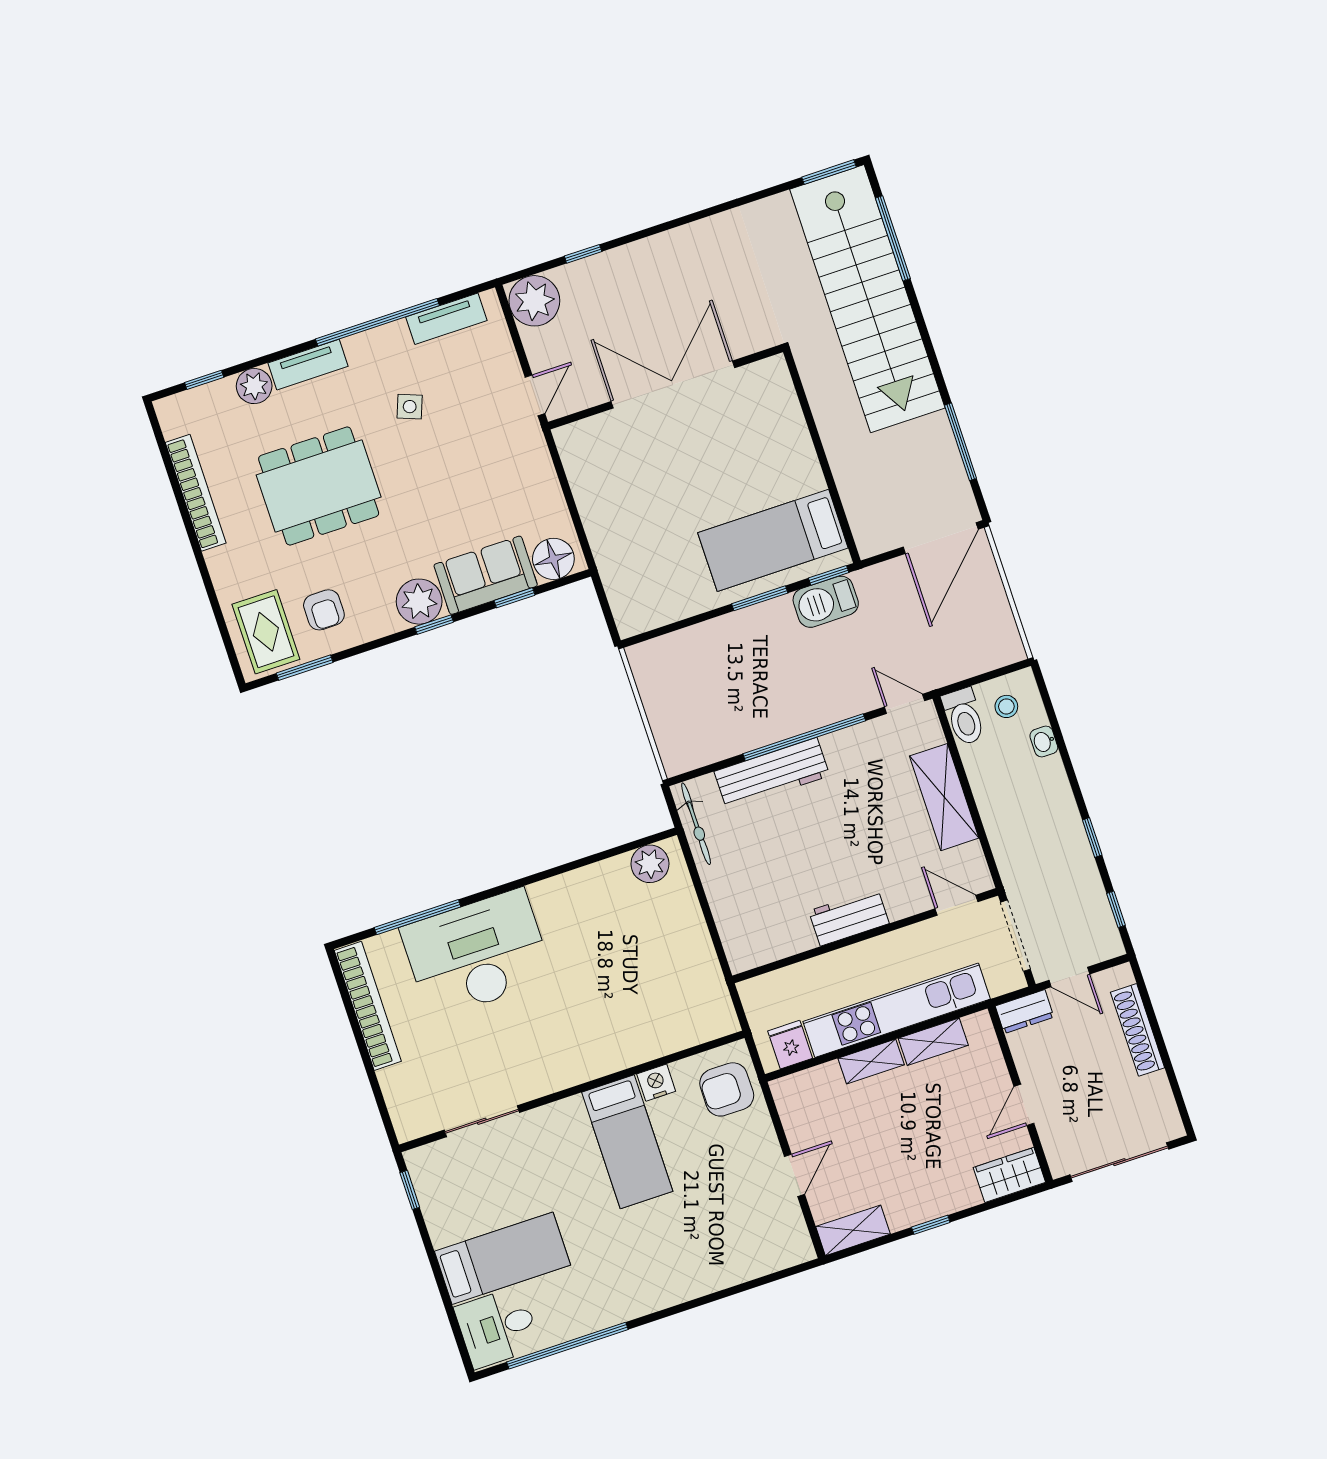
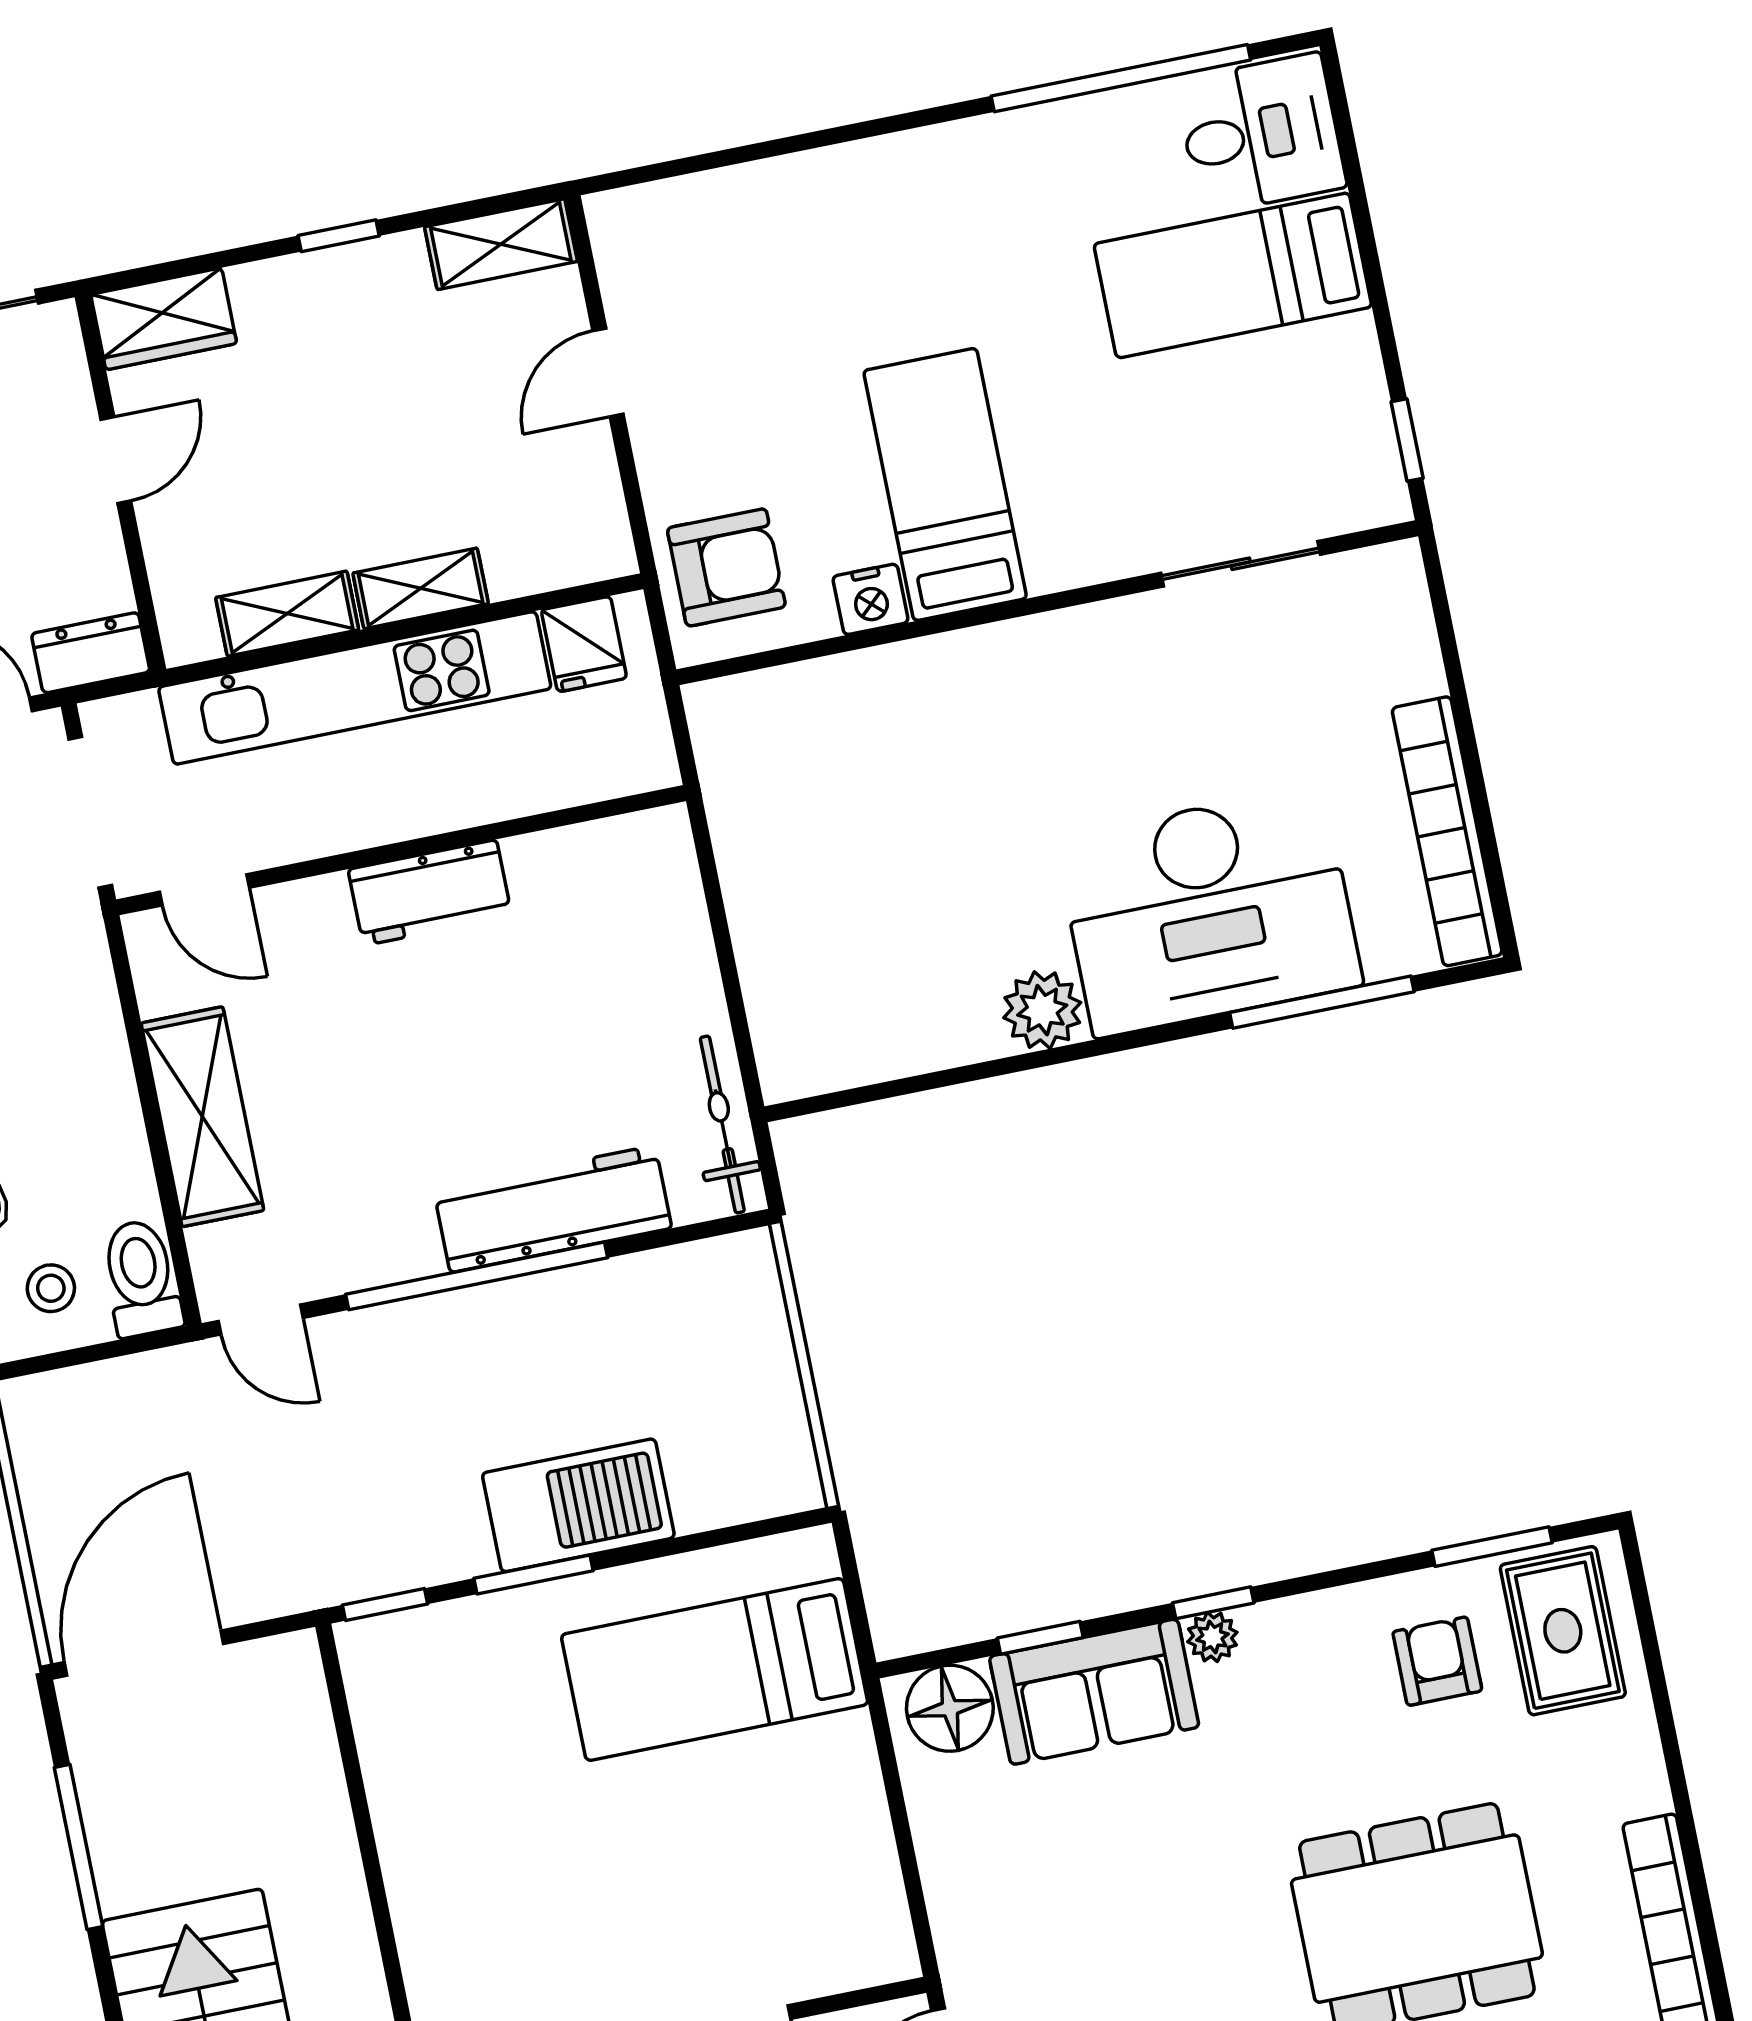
bed: (773, 540) -> (715, 1670), moved, turned 180
plant: (419, 602) -> (1212, 1637), width x0.53, depth x0.53
barbecue: (826, 602) -> (578, 1505), moved, width x1.37, depth x1.21
plant: (650, 864) -> (1042, 1010), moved

